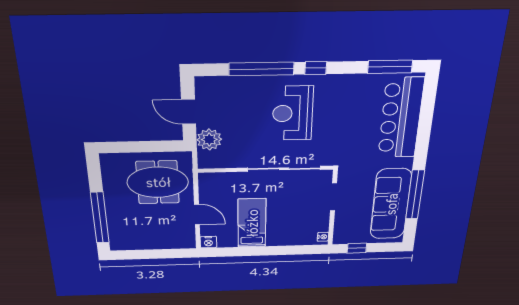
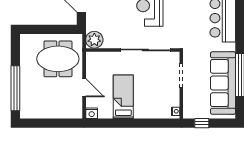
plant: (209, 140) -> (94, 40), moved

